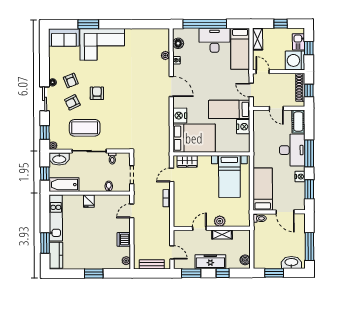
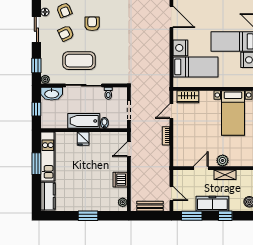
bed: (194, 138) -> (196, 67), width x0.67
bathtub: (64, 185) -> (84, 121), moved
window: (45, 243) -> (36, 164), moved

